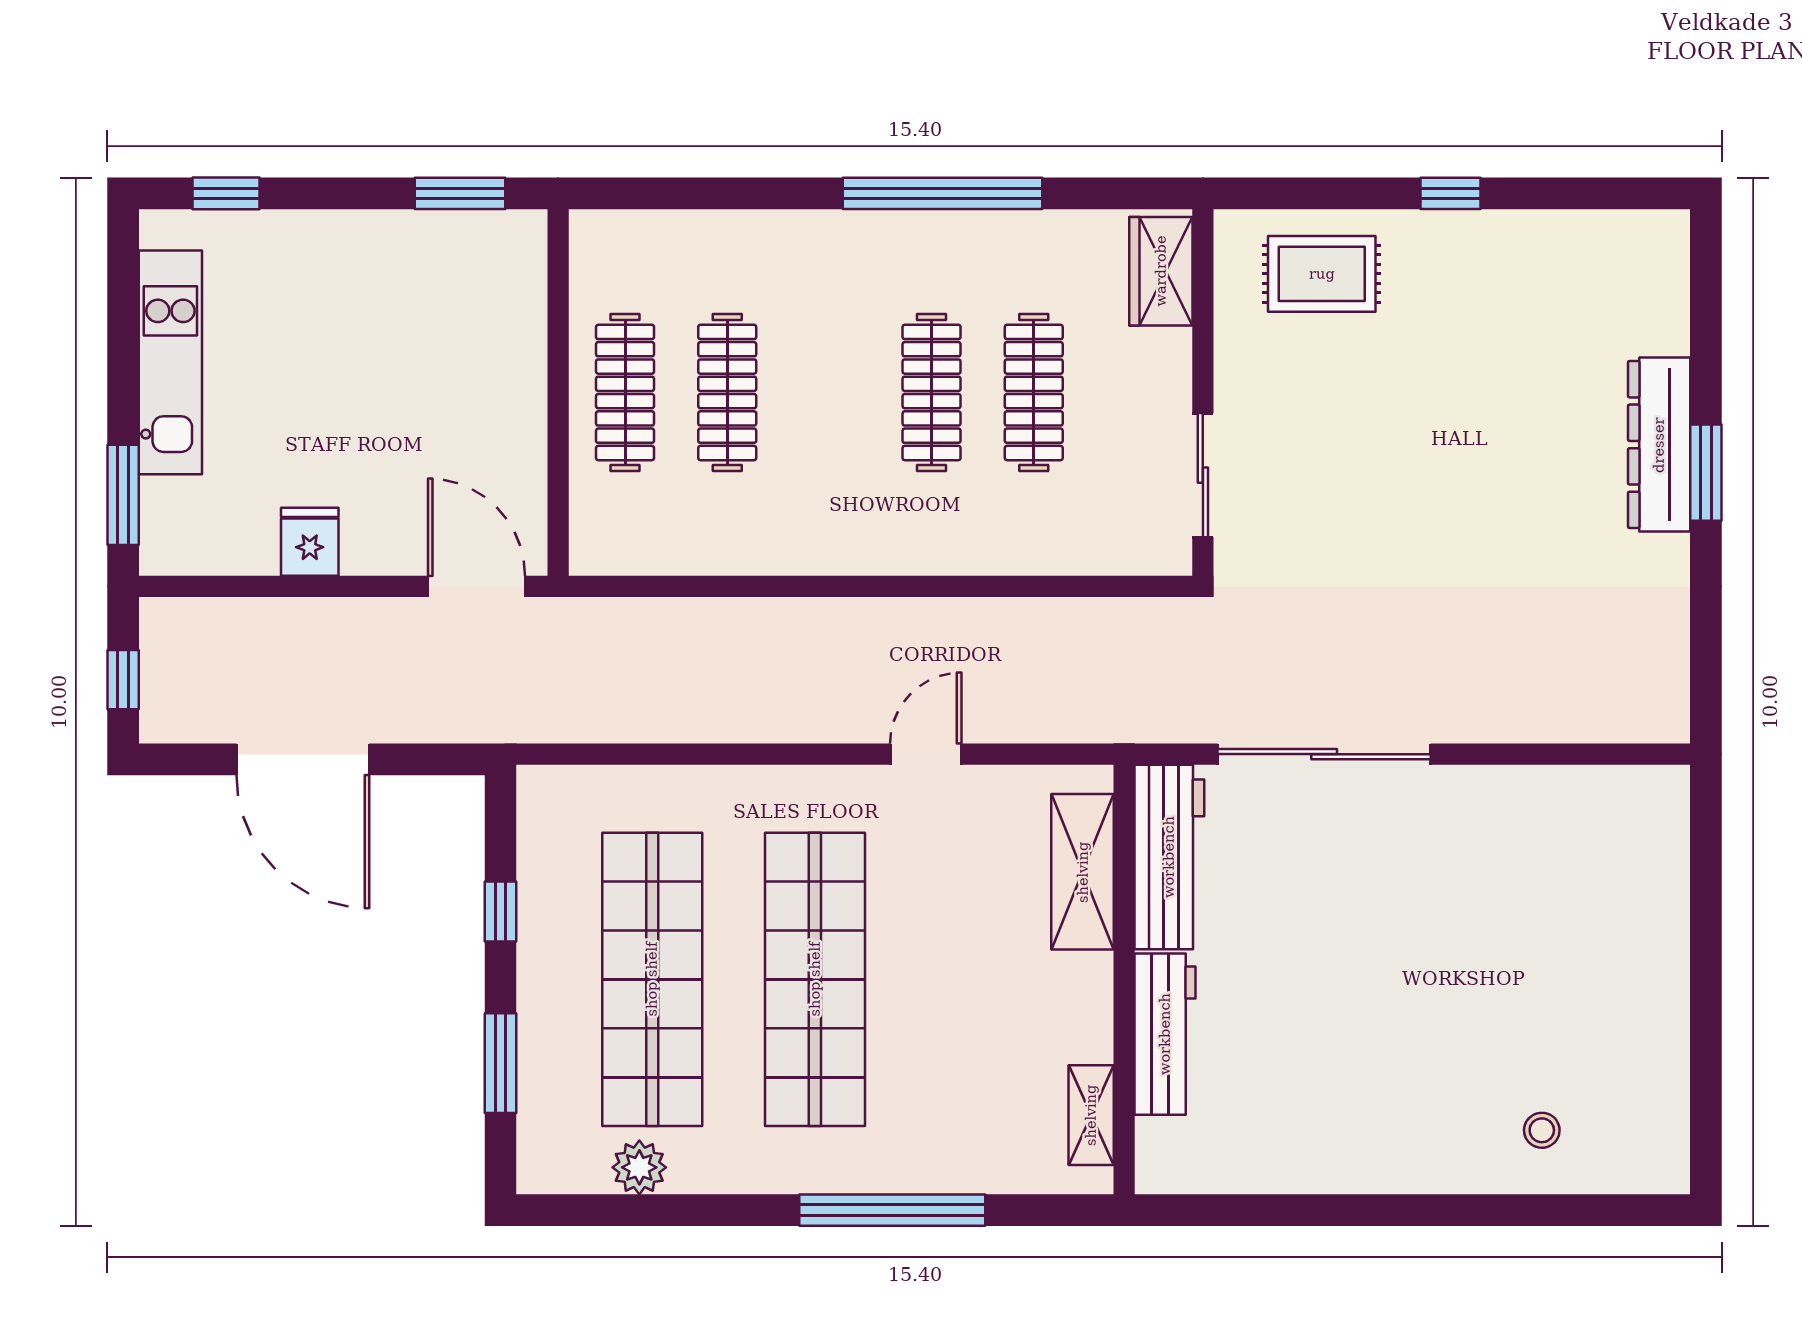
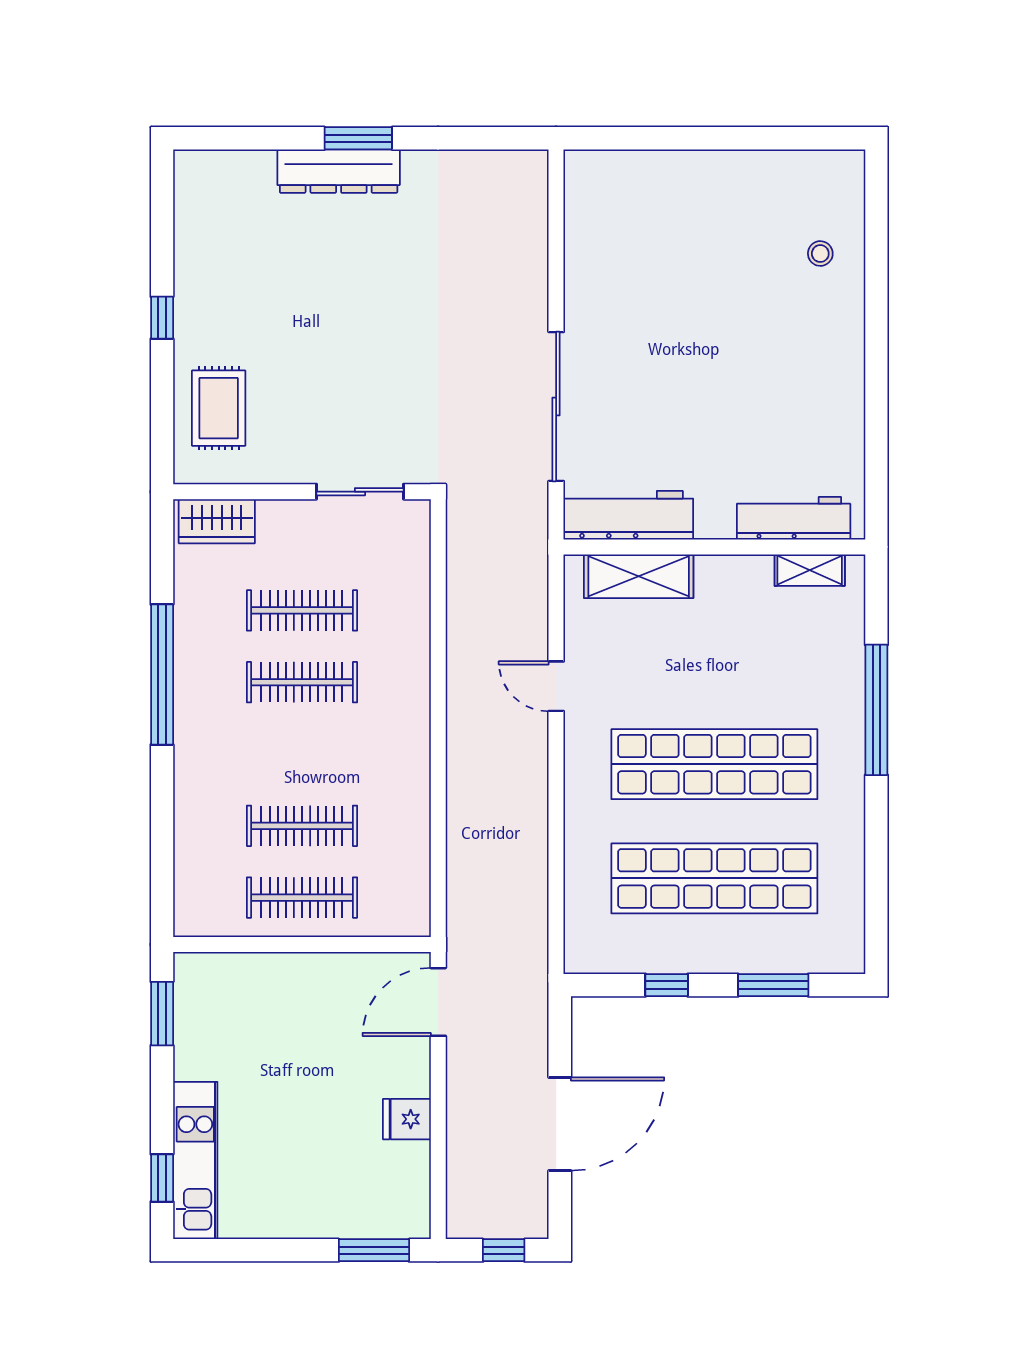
kitchen unit: (170, 362) -> (195, 1160), moved, turned 90
workbench: (1165, 1034) -> (794, 518), moved
plant: (639, 1167) -> (846, 888), removed

